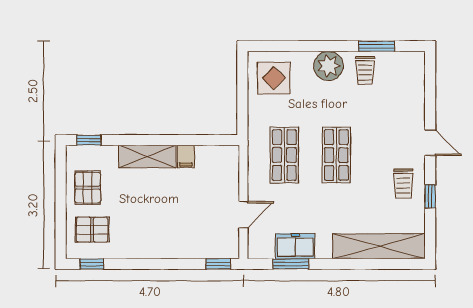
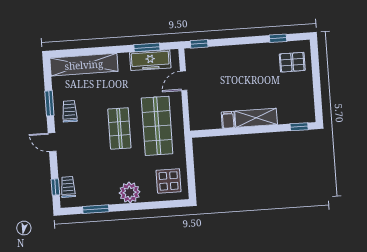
trolley: (365, 70) -> (68, 187), moved
window: (430, 81) -> (55, 187), added
shop shelf: (284, 155) -> (157, 126), width x1.43, depth x1.36
pallet: (88, 188) -> (298, 92), removed
window: (430, 196) -> (49, 103), width x1.50
freezer: (295, 246) -> (150, 60), width x1.40
window: (92, 264) -> (278, 38), moved

